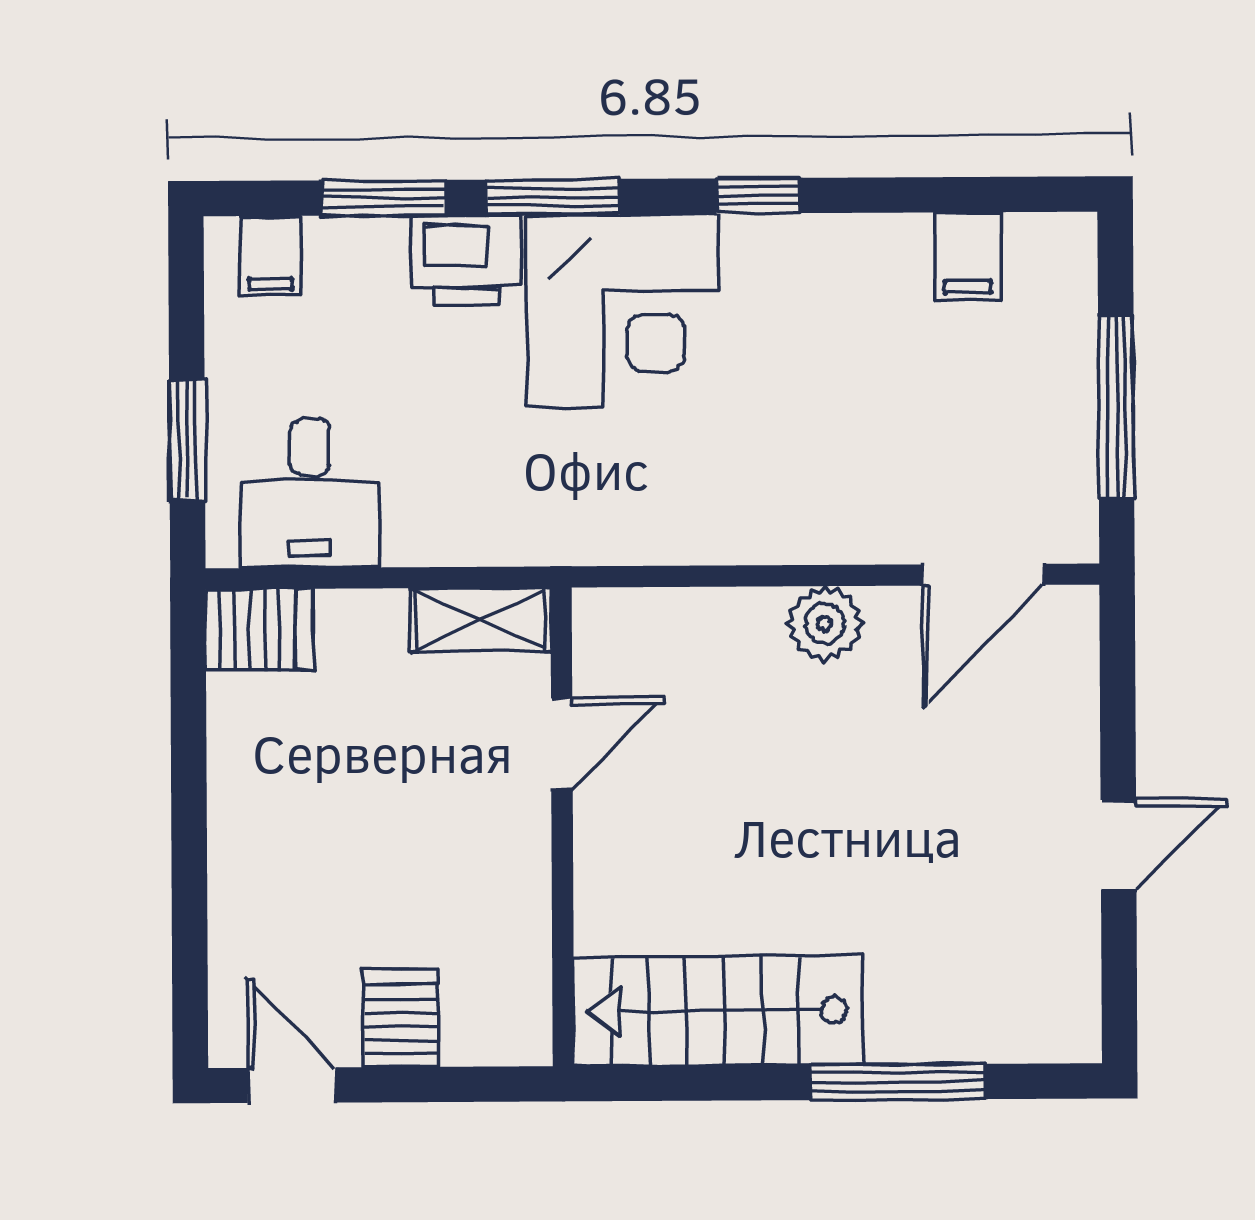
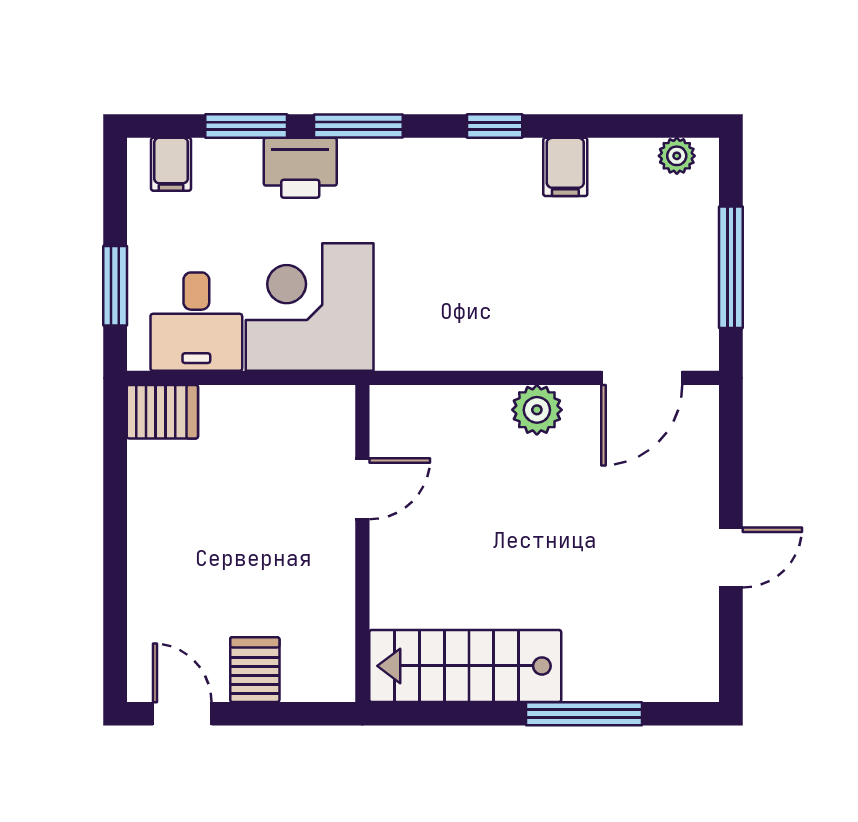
plant: (1034, 239) -> (677, 156), added
filing cabinet: (968, 256) -> (565, 167), moved
corner desk: (623, 310) -> (310, 307), moved, turned 180
shelving: (480, 620) -> (309, 406), removed

